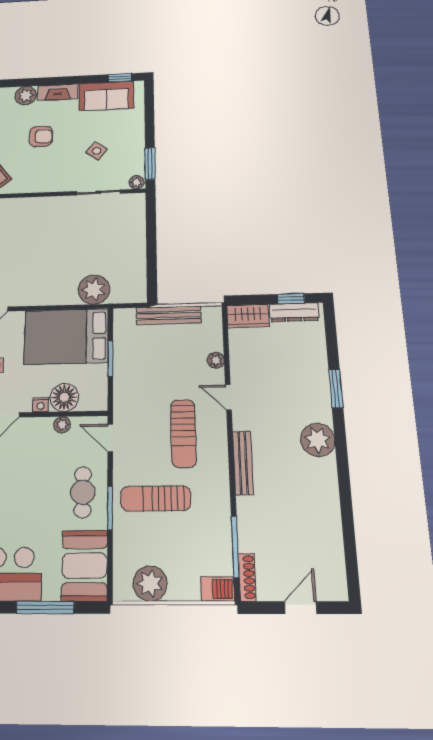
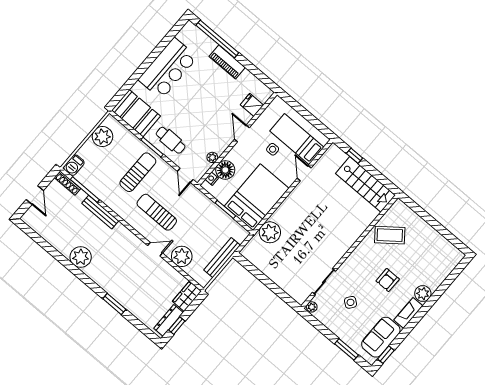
window: (150, 163) -> (347, 349), moved
plant: (216, 360) -> (182, 256), width x1.87, depth x1.87
nightstand: (41, 405) -> (212, 179), moved
door: (110, 438) -> (185, 175), swing flipped
plant: (318, 440) -> (81, 257), moved
bench: (243, 463) -> (100, 212), moved
window: (45, 607) -> (133, 80), removed

